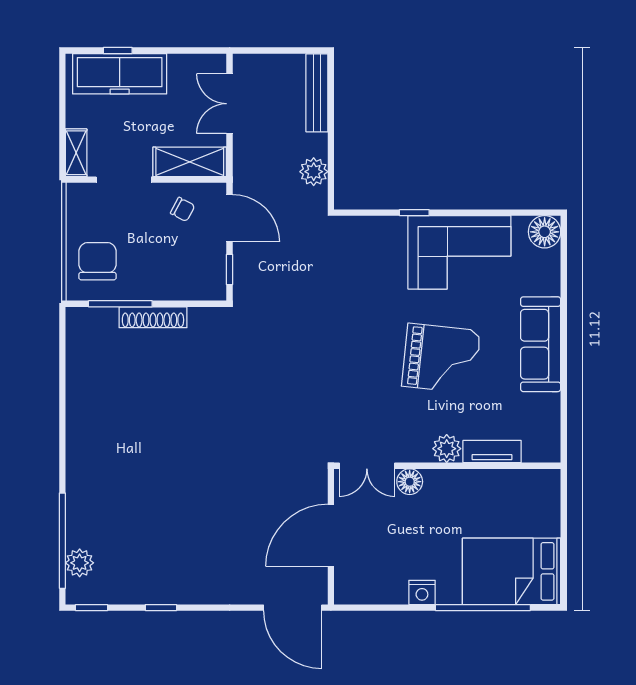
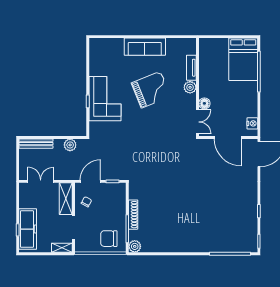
double door: (230, 104) -> (41, 181), swing flipped
floor lamp: (545, 232) -> (96, 45), removed
corner sofa: (459, 252) -> (105, 99), moved
grand piano: (441, 358) -> (151, 90), turned 62
plant: (80, 563) -> (135, 246), moved
nightstand: (422, 592) -> (252, 123), moved

